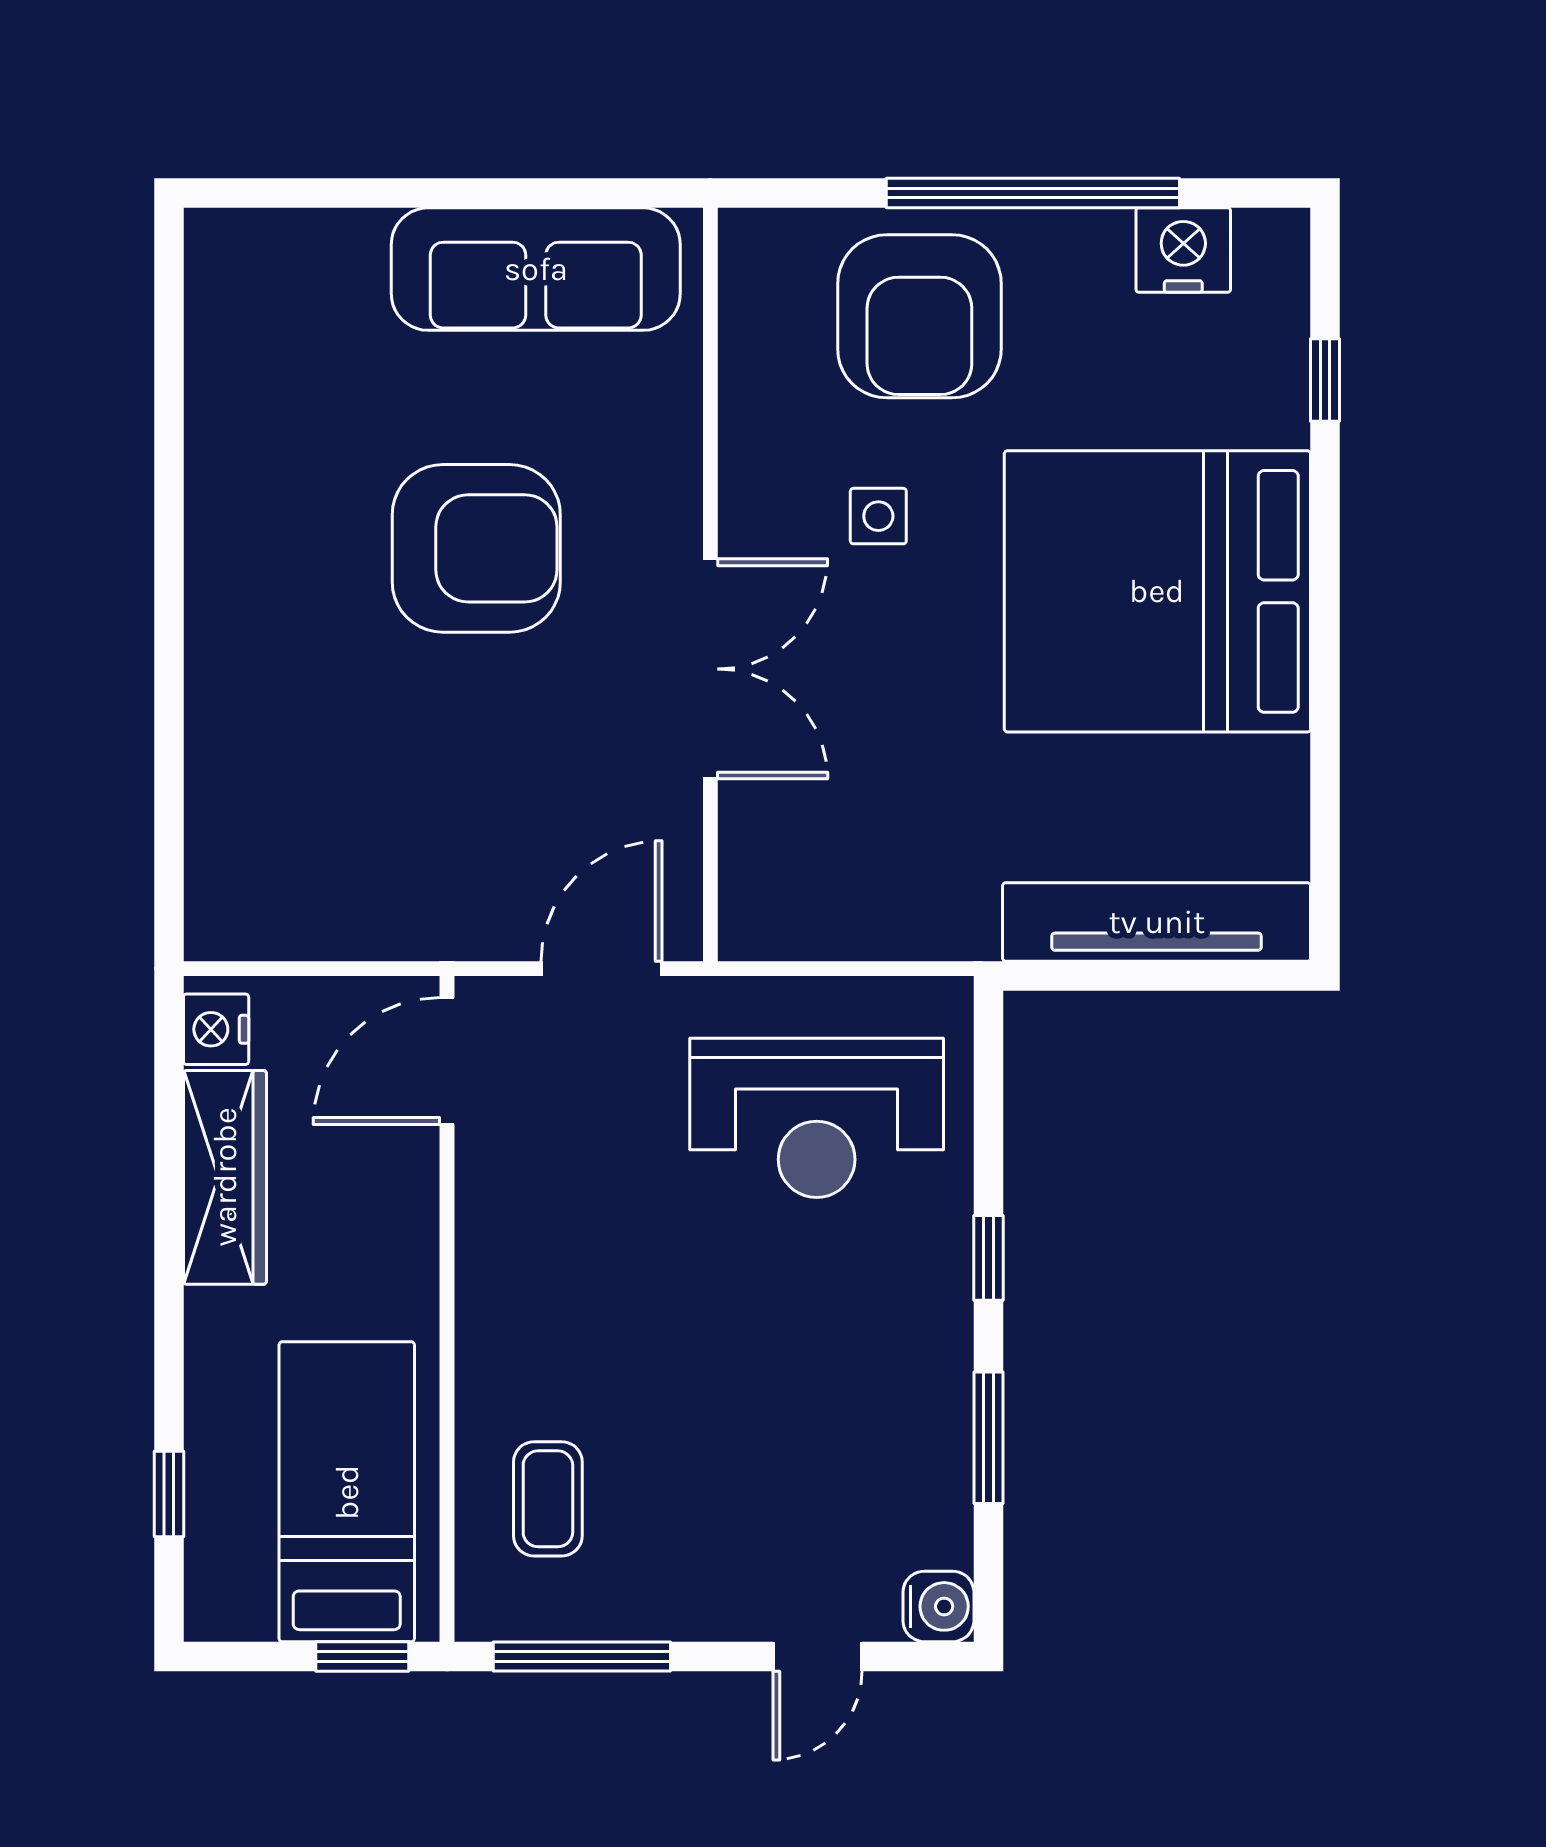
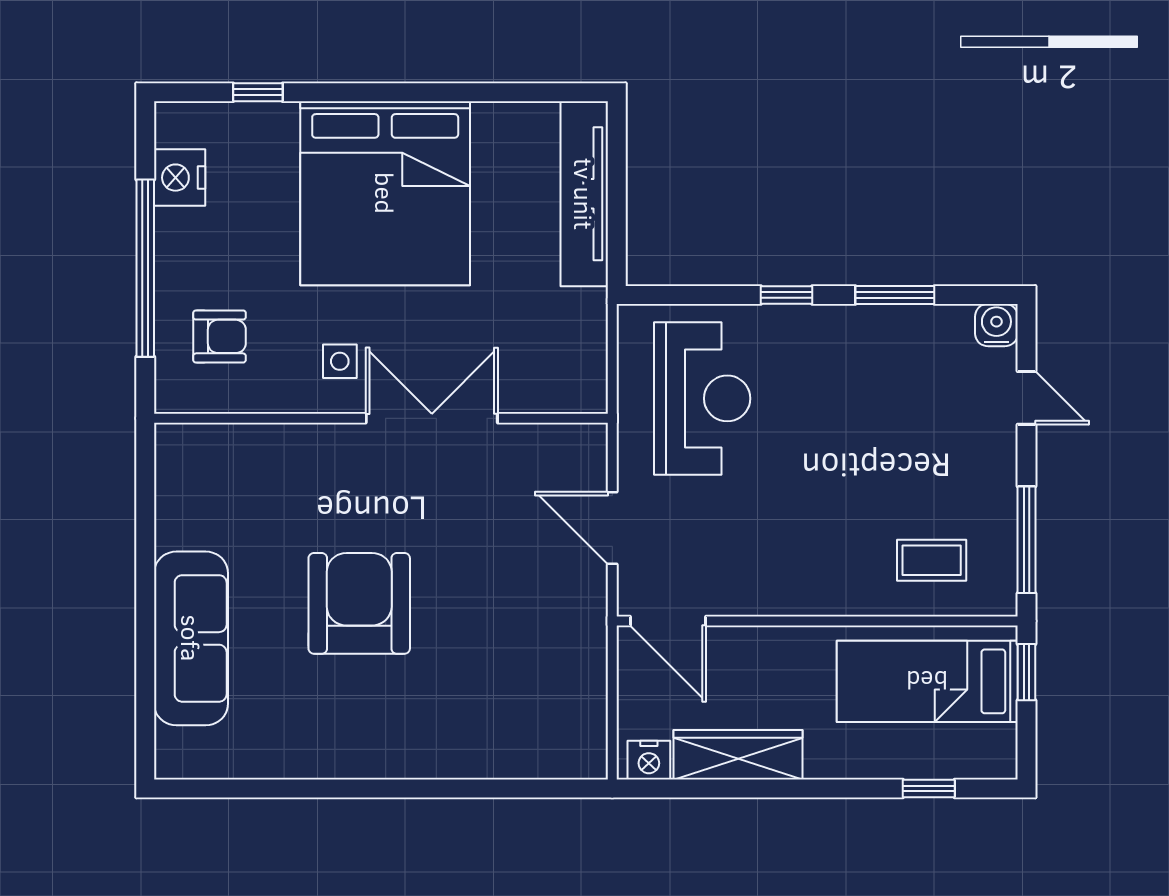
sofa: (536, 269) -> (191, 638), moved
armchair: (919, 316) -> (219, 336), width x0.53, depth x0.53
wall: (710, 585) -> (381, 418), moved
double door: (710, 669) -> (432, 418), moved

